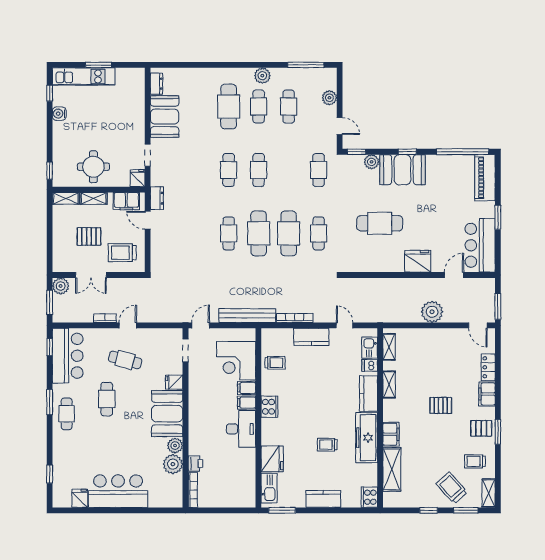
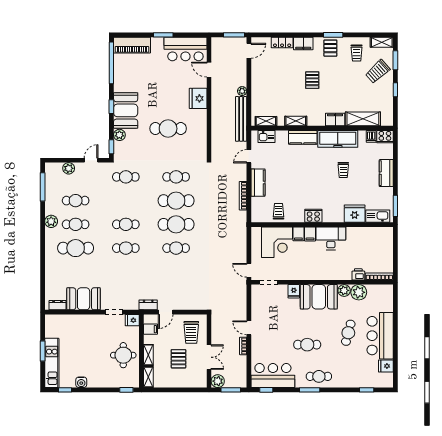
filing cabinet: (126, 201) -> (150, 329), width x0.50
cafe table: (380, 223) -> (168, 129), turned 90
plant: (432, 312) -> (242, 91), width x0.53, depth x0.53
bench: (247, 316) -> (241, 119), moved
cafe table: (125, 360) -> (348, 333), moved
dishwasher: (370, 365) -> (371, 136), moved

